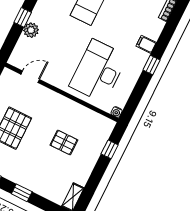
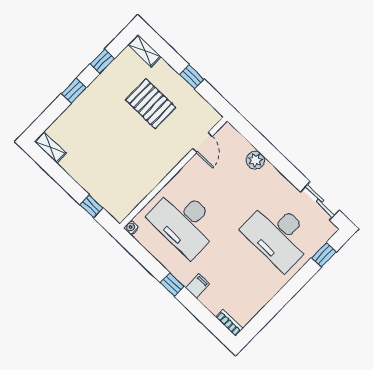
window: (23, 17) -> (273, 155), removed
desk: (98, 71) -> (184, 222), turned 180
pallet: (64, 142) -> (116, 157), removed

